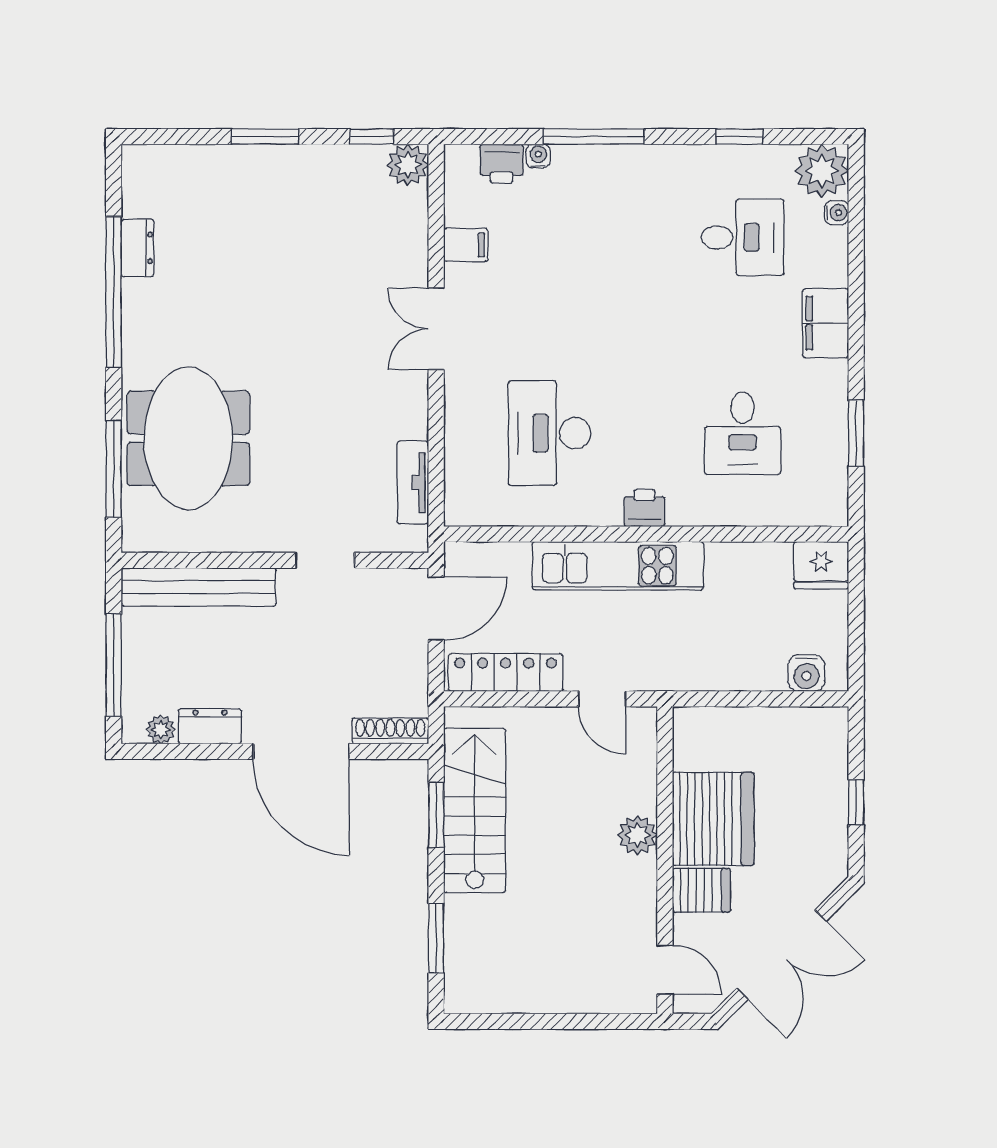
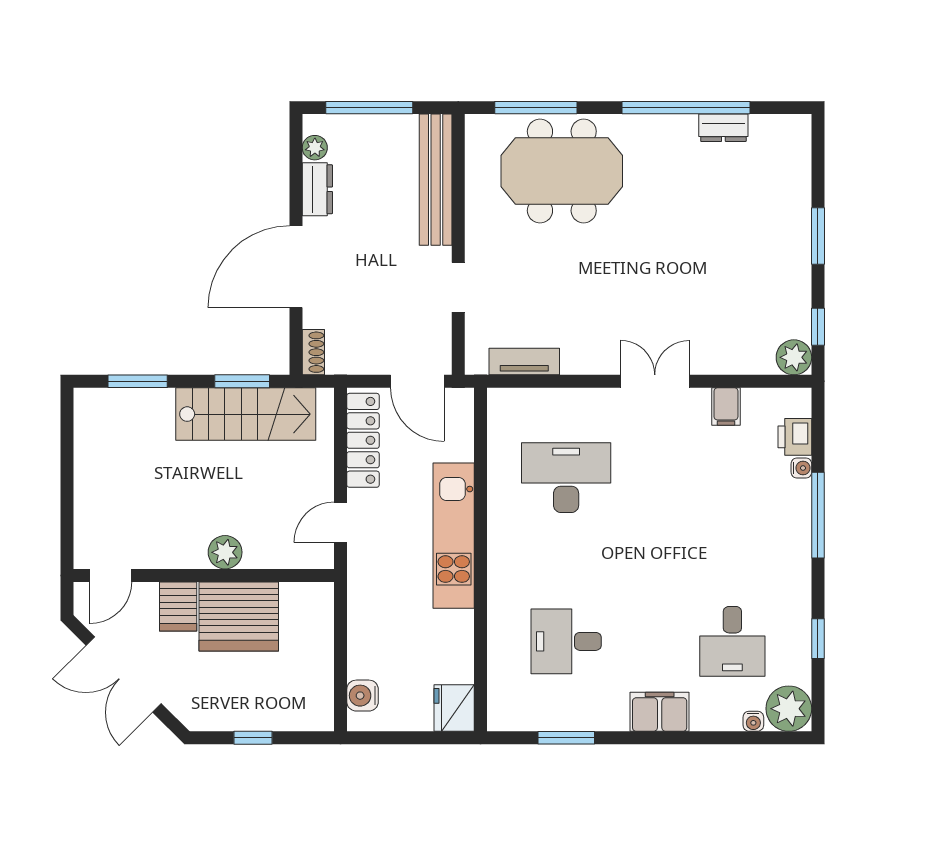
printer: (644, 508) -> (503, 558), removed
shoe rack: (390, 731) -> (313, 352), width x0.70

